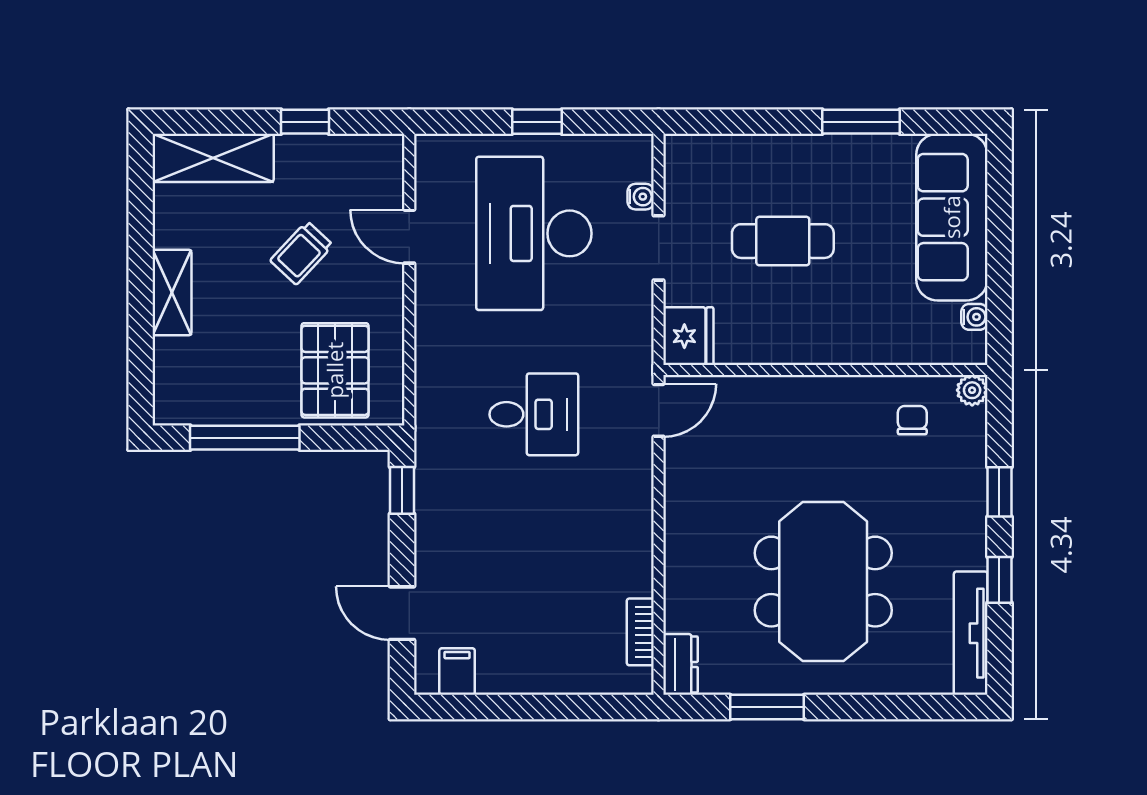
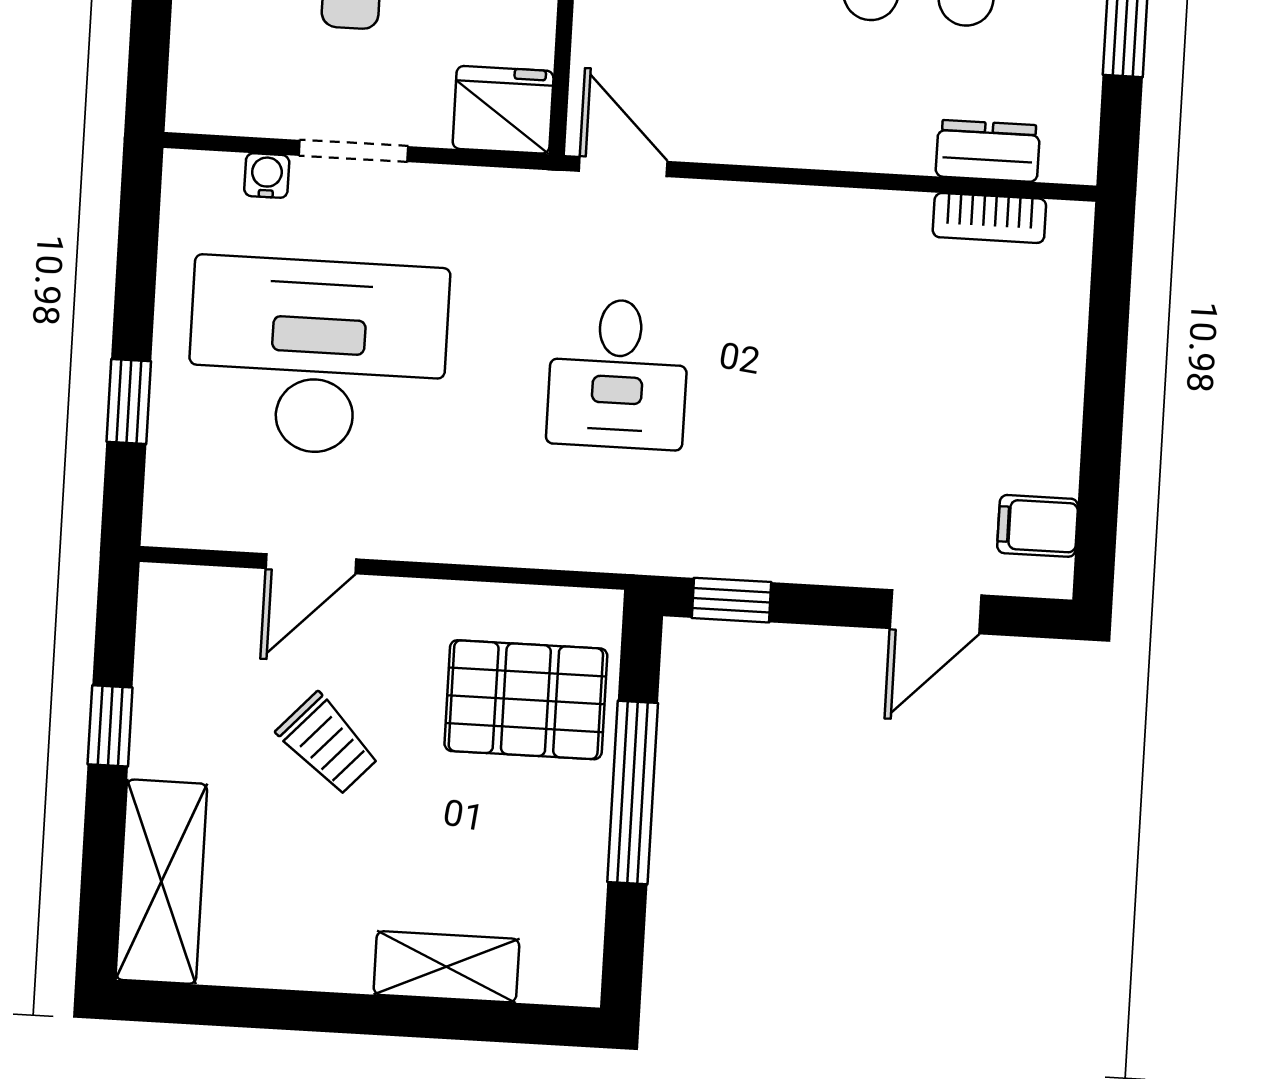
window: (537, 122) -> (129, 401), moved
desk: (534, 233) -> (318, 356), turned 180
shelving: (172, 292) -> (446, 967), moved
desk: (534, 414) -> (618, 374), turned 180
window: (245, 438) -> (633, 793), moved
dresser: (680, 664) -> (988, 151), moved

